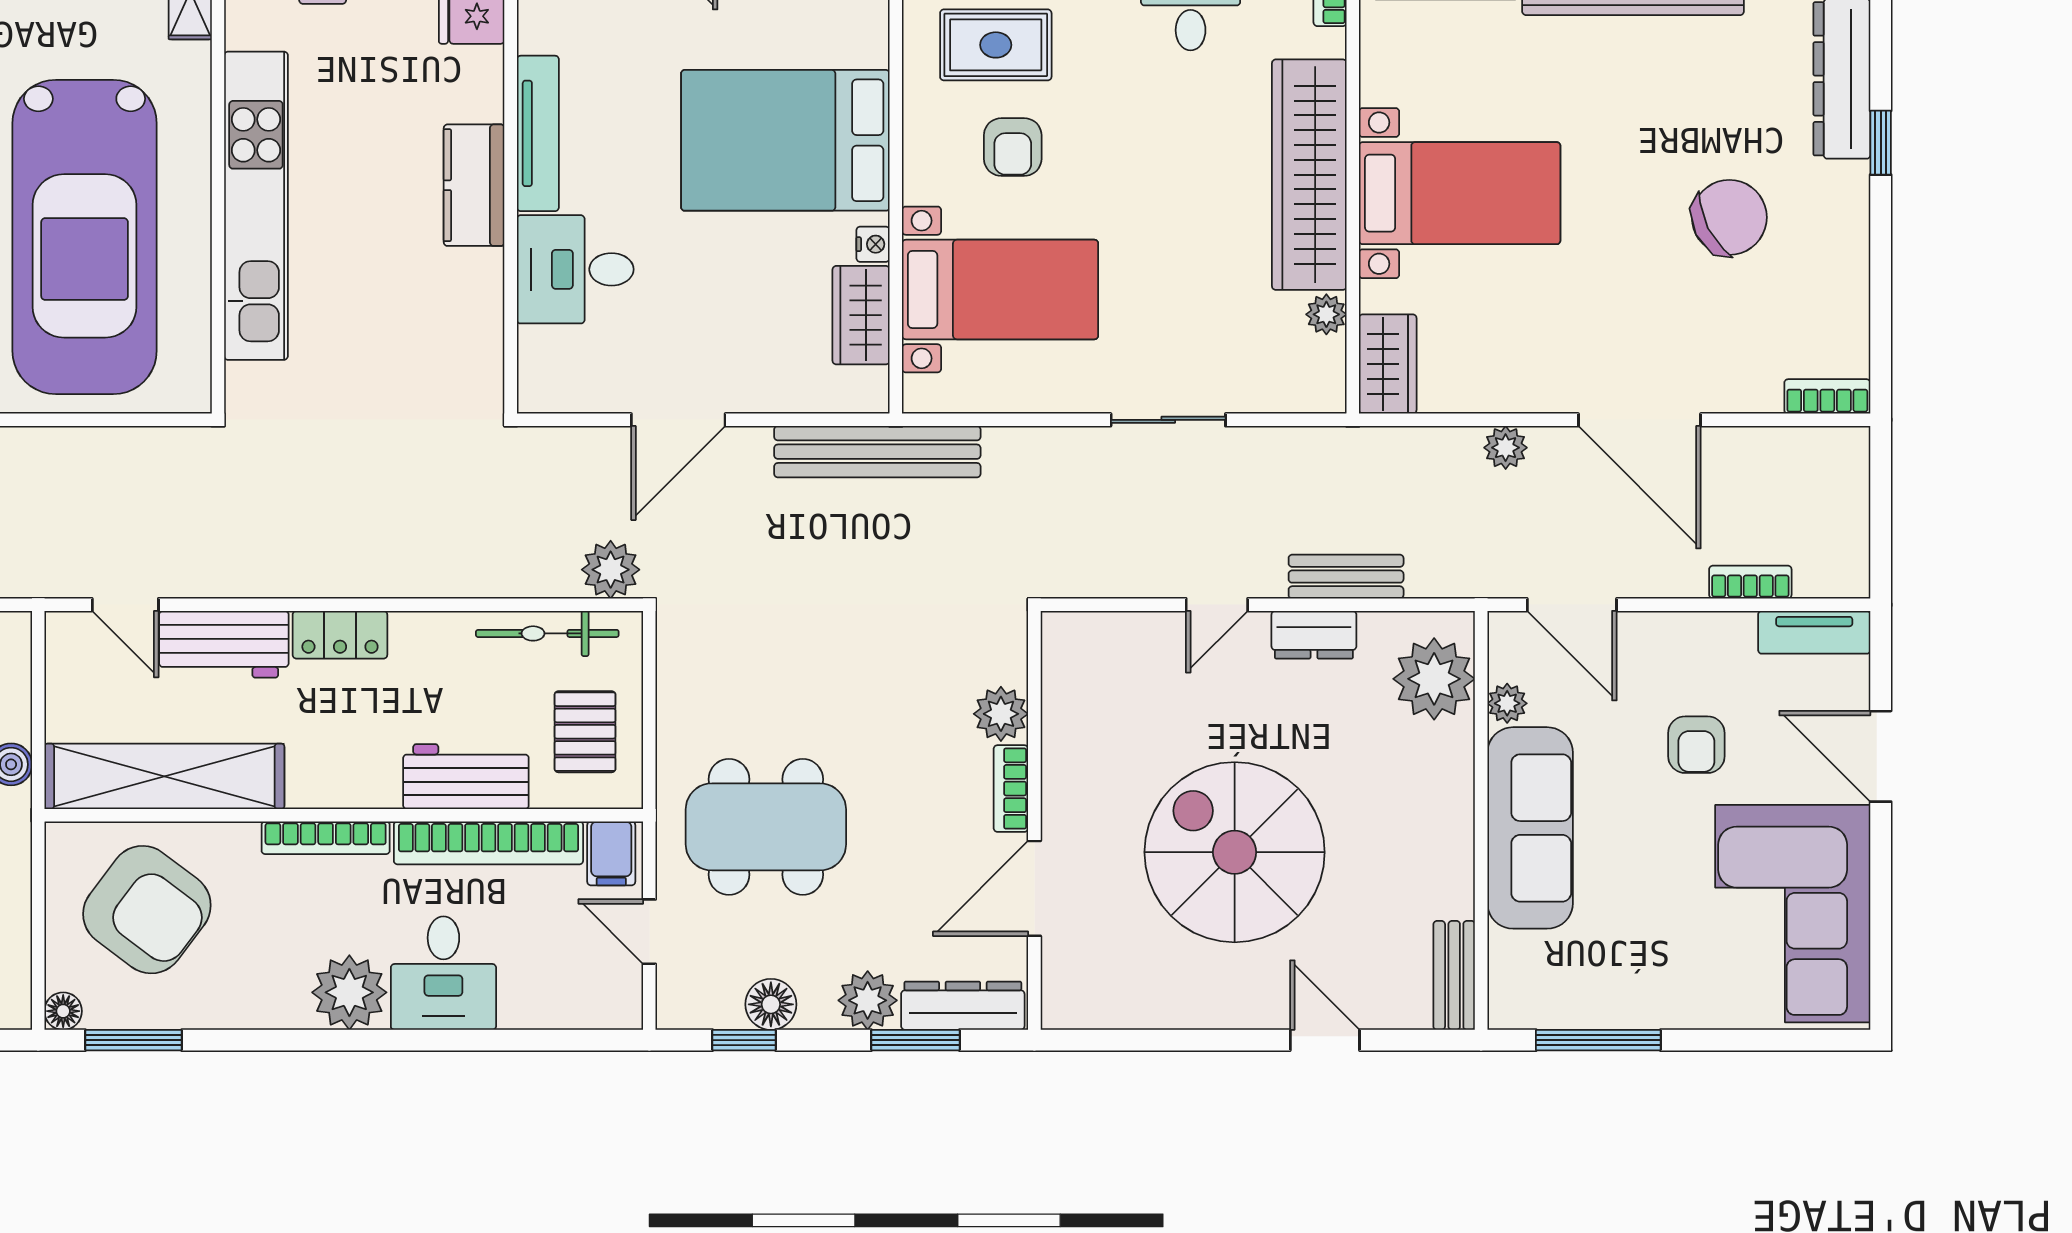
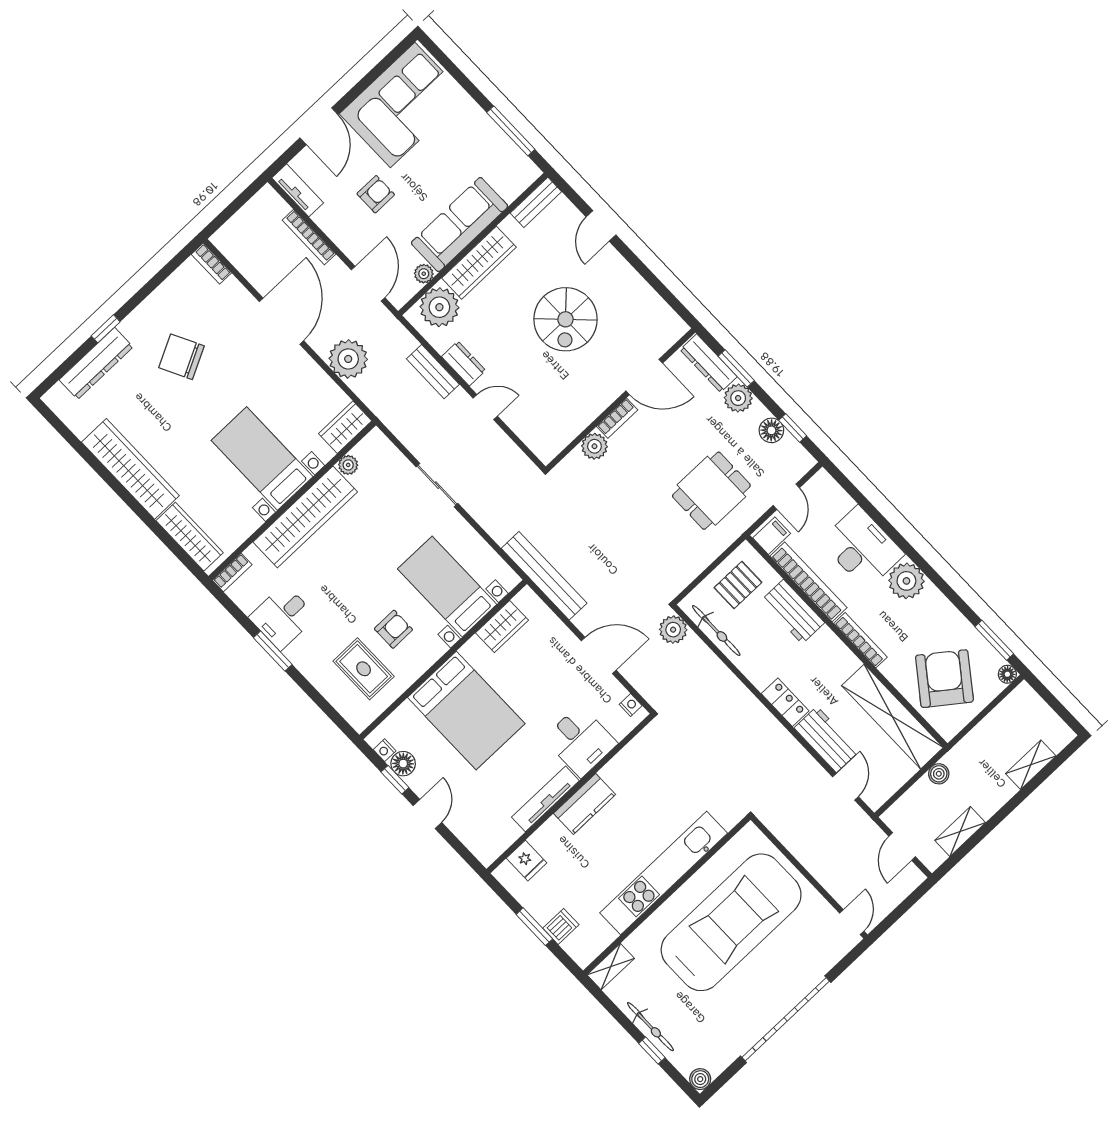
nightstand: (873, 244) -> (631, 705), moved, turned 90
plant: (1506, 448) -> (348, 359), width x1.88, depth x1.88
bookcase: (1750, 582) -> (309, 237), width x1.56
wardrobe: (1444, 803) -> (479, 263), added
dining table: (766, 827) -> (711, 491), width x0.73
spiral stairs: (1235, 852) -> (565, 319), width x0.73, depth x0.73
desk: (443, 973) -> (862, 548), width x1.37

